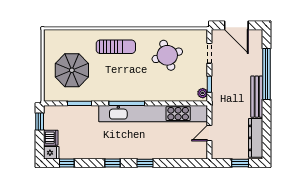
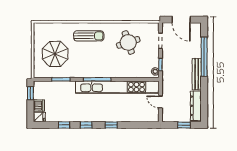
door: (209, 133) -> (160, 102), hinge flipped
window: (67, 163) -> (64, 125), moved

